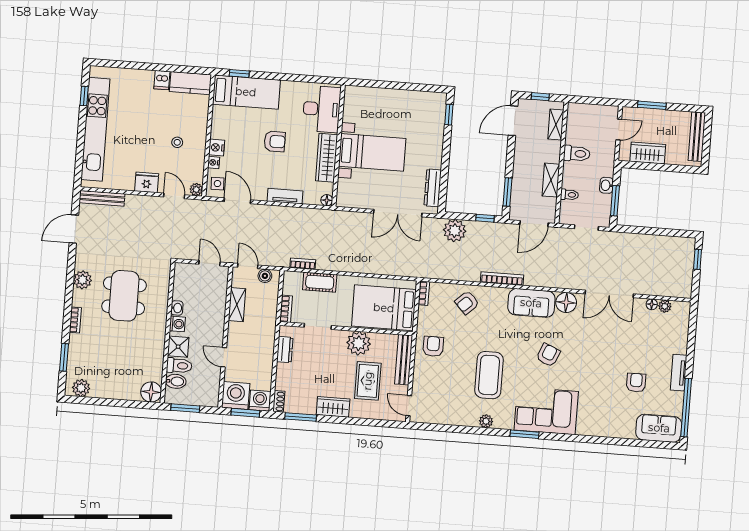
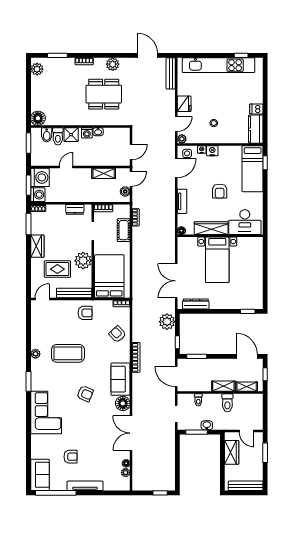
shelving: (551, 180) -> (223, 386), moved
tv unit: (679, 373) -> (85, 486), width x1.41
corner sofa: (546, 411) -> (46, 412), moved

